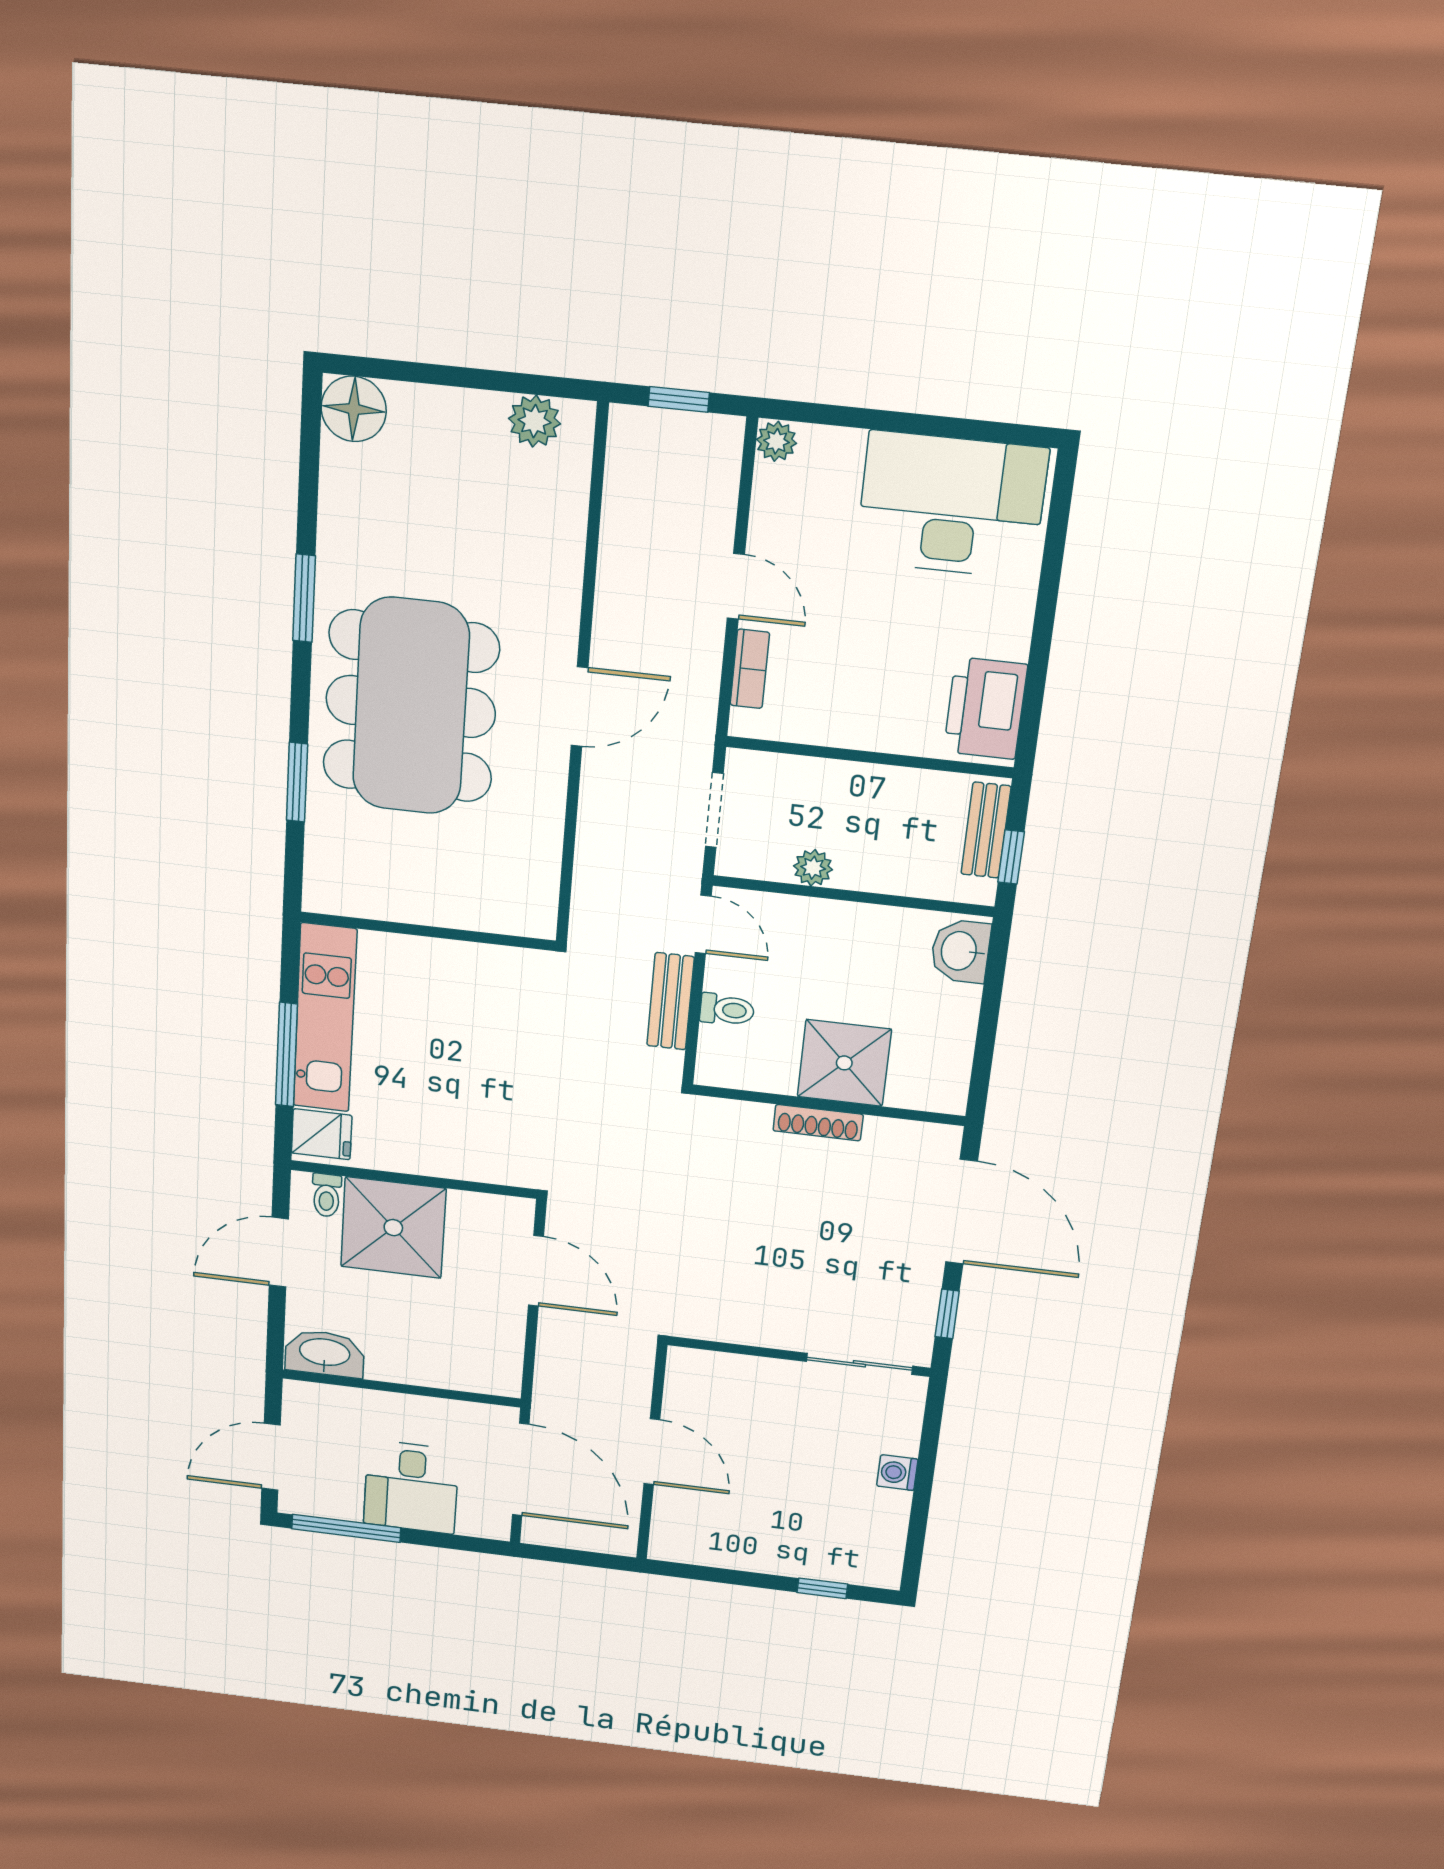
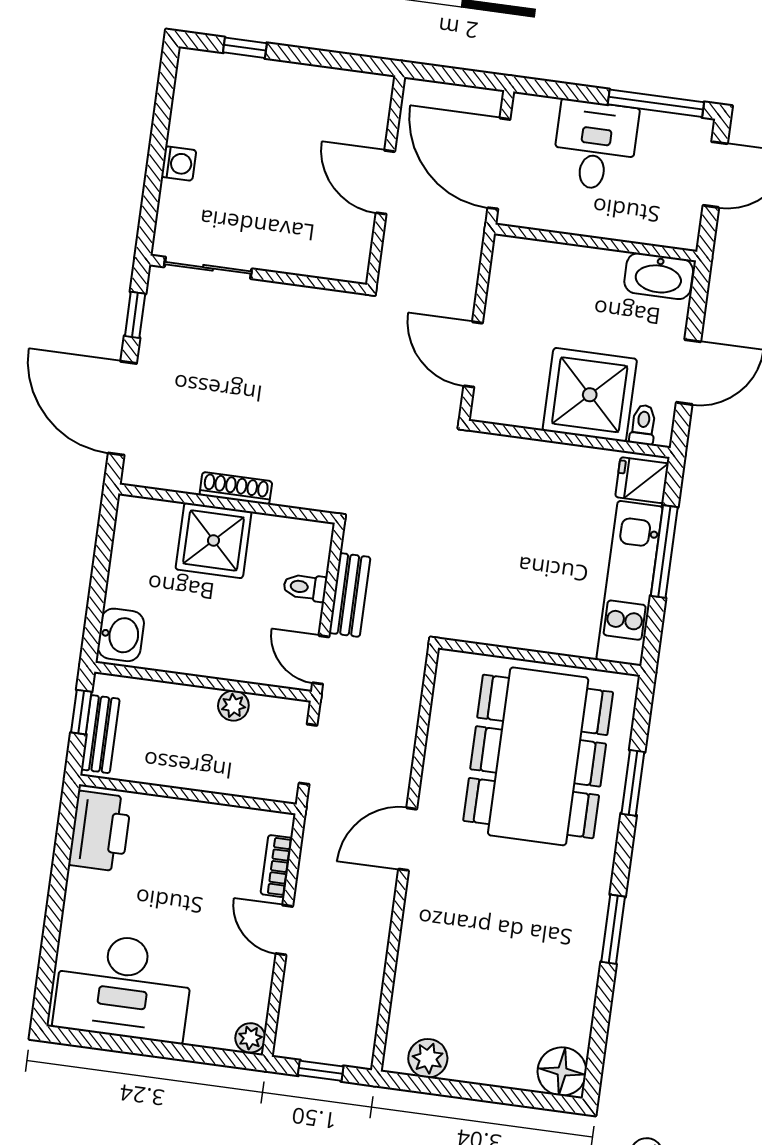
dining table: (411, 706) -> (538, 756), moved

